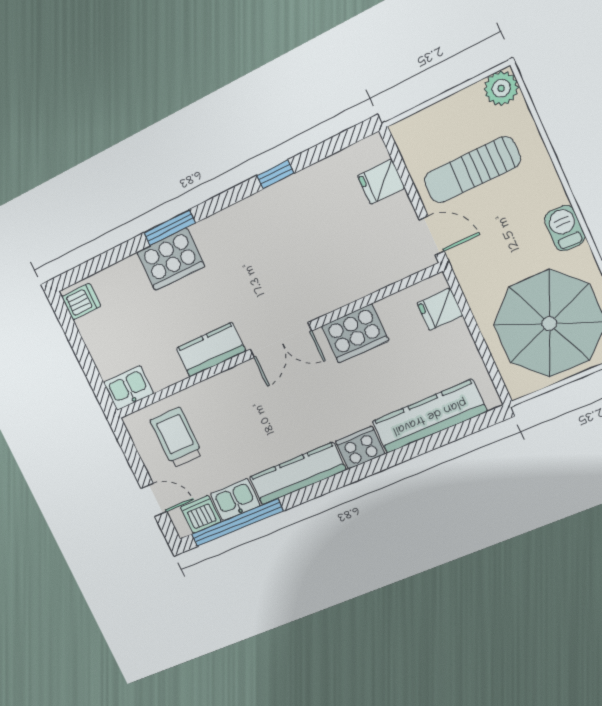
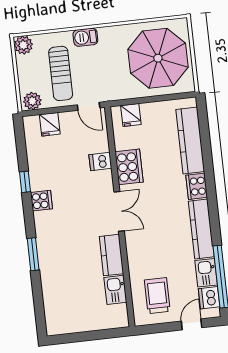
plant: (410, 139) -> (32, 101), added
barbecue: (565, 228) -> (85, 37), moved
door: (432, 236) -> (89, 106), swing flipped
cooker: (171, 259) -> (41, 201), moved, width x0.53, depth x0.76
dishwasher: (81, 301) -> (100, 161), moved, turned -90
kitchen sink: (128, 388) -> (115, 290), moved
trolley: (176, 438) -> (157, 296), turned 90

